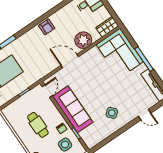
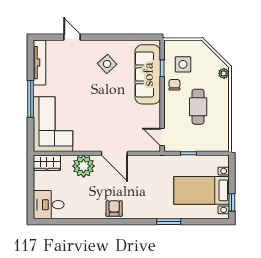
door: (47, 91) -> (162, 137), hinge flipped
sofa: (73, 109) -> (148, 74), moved

